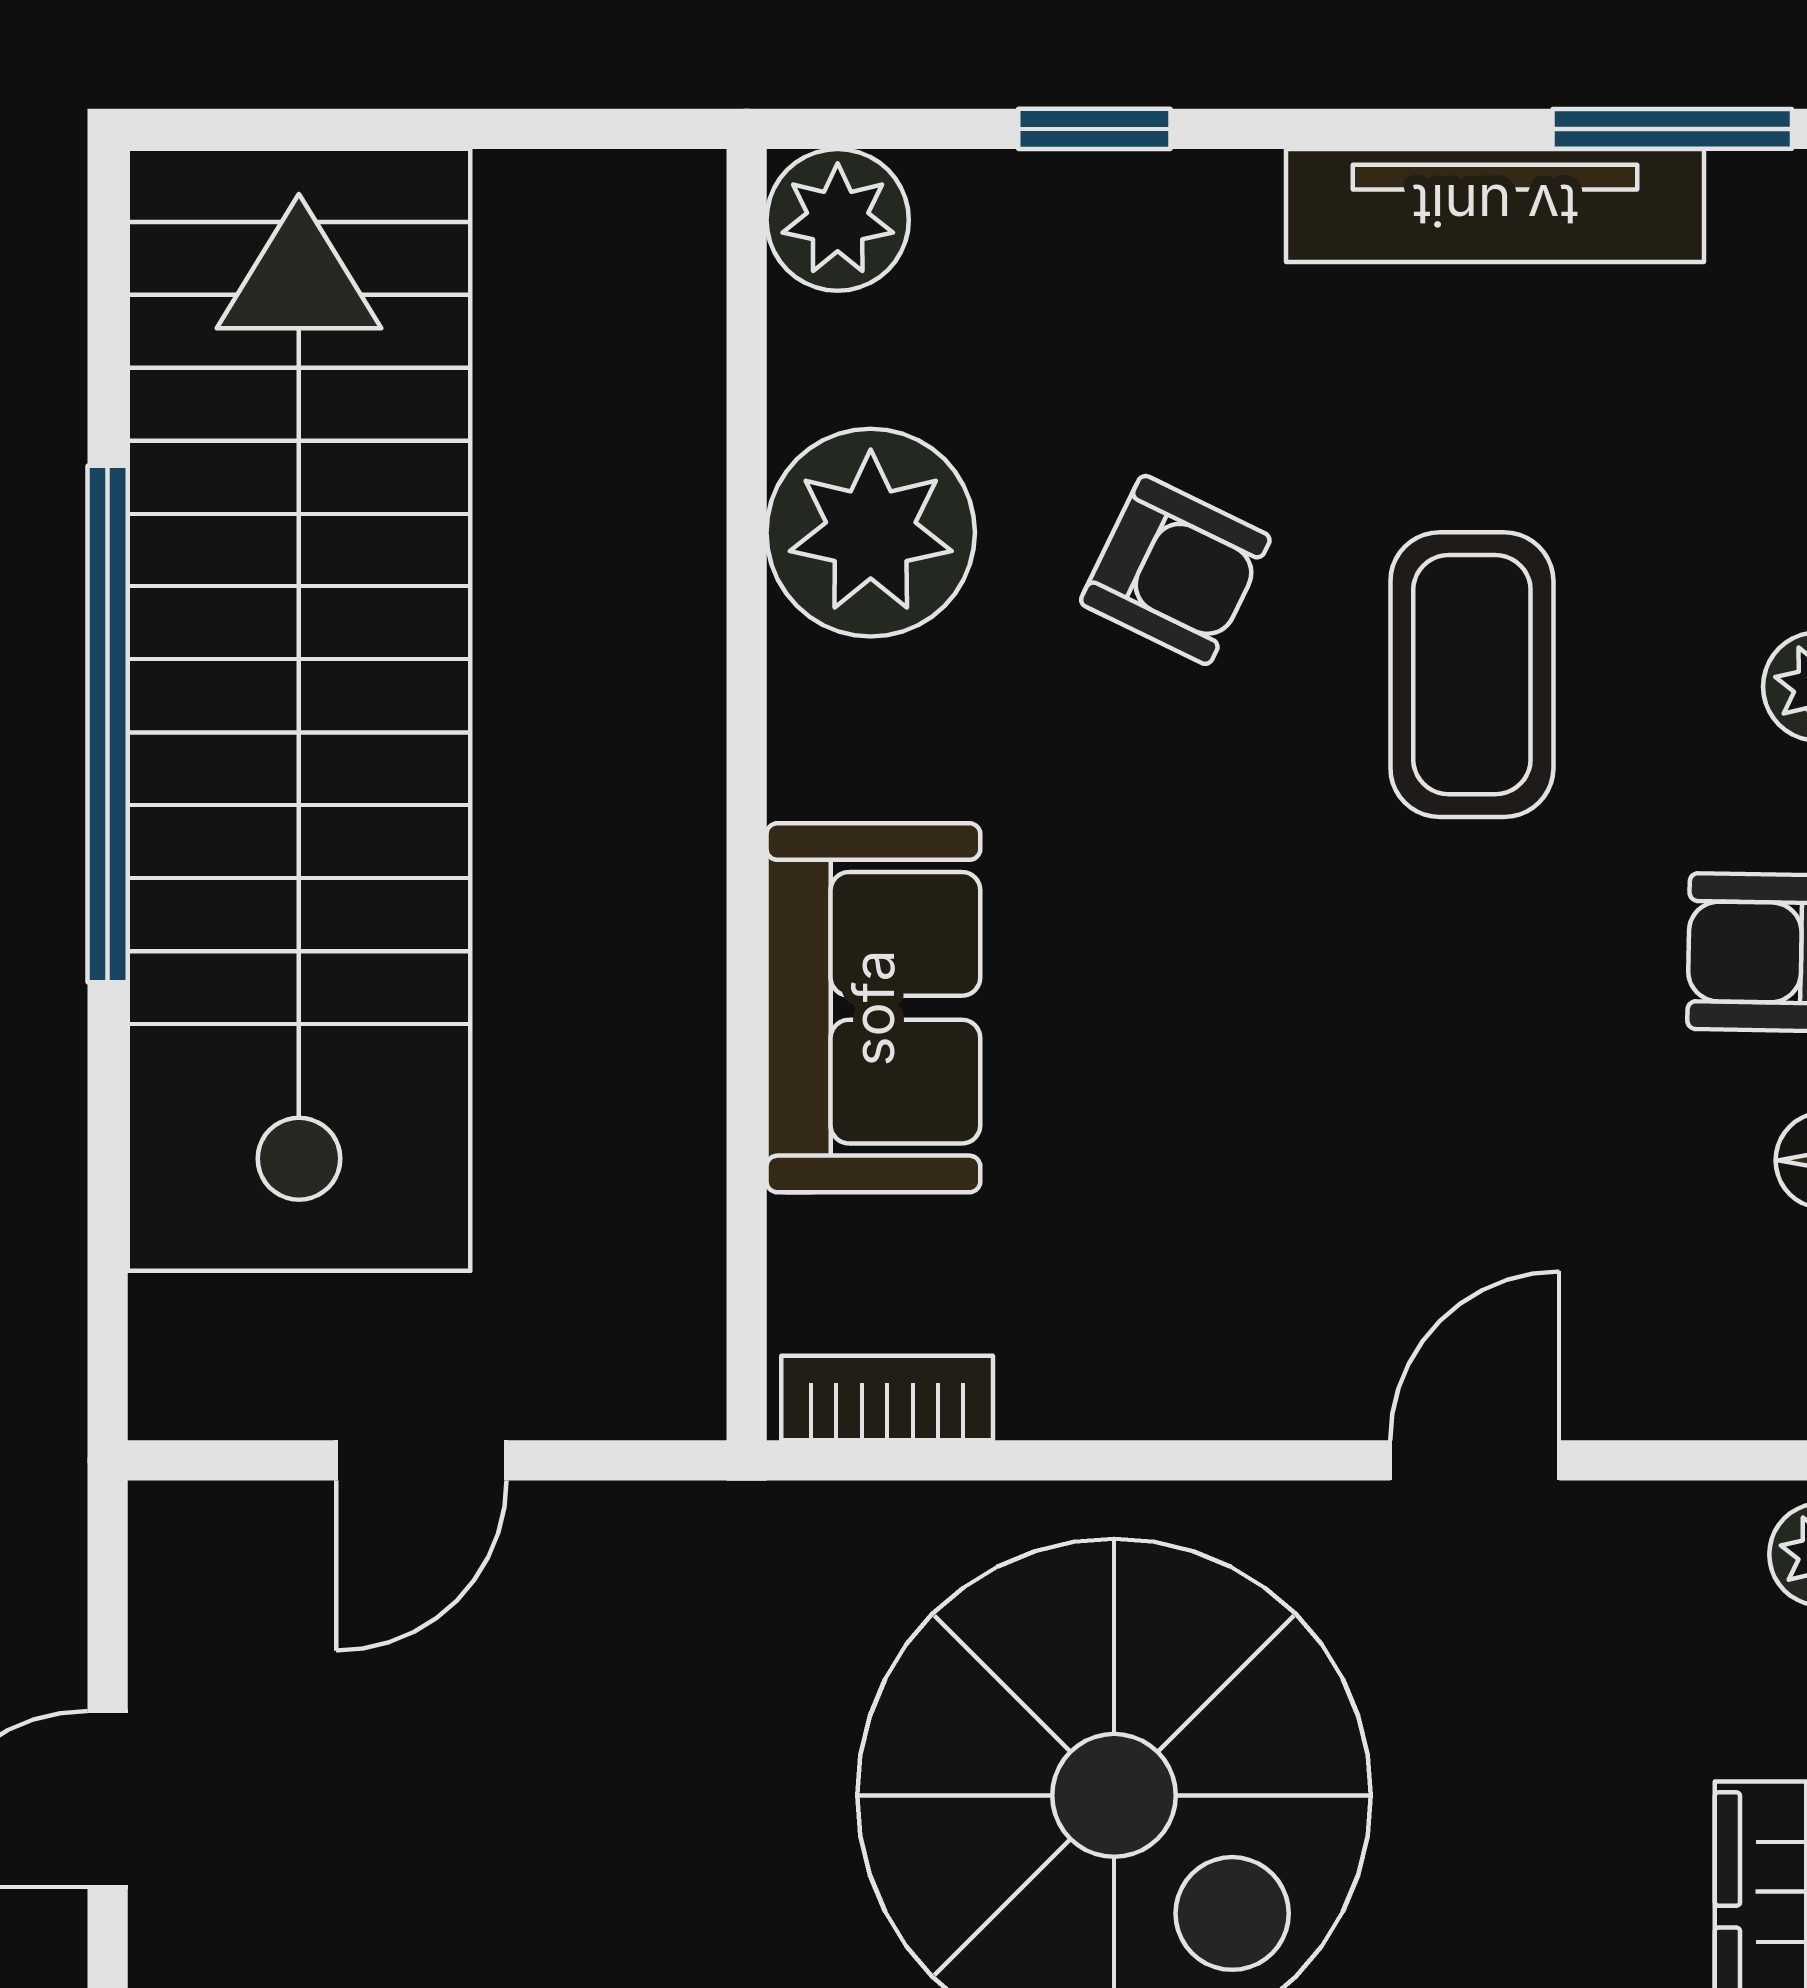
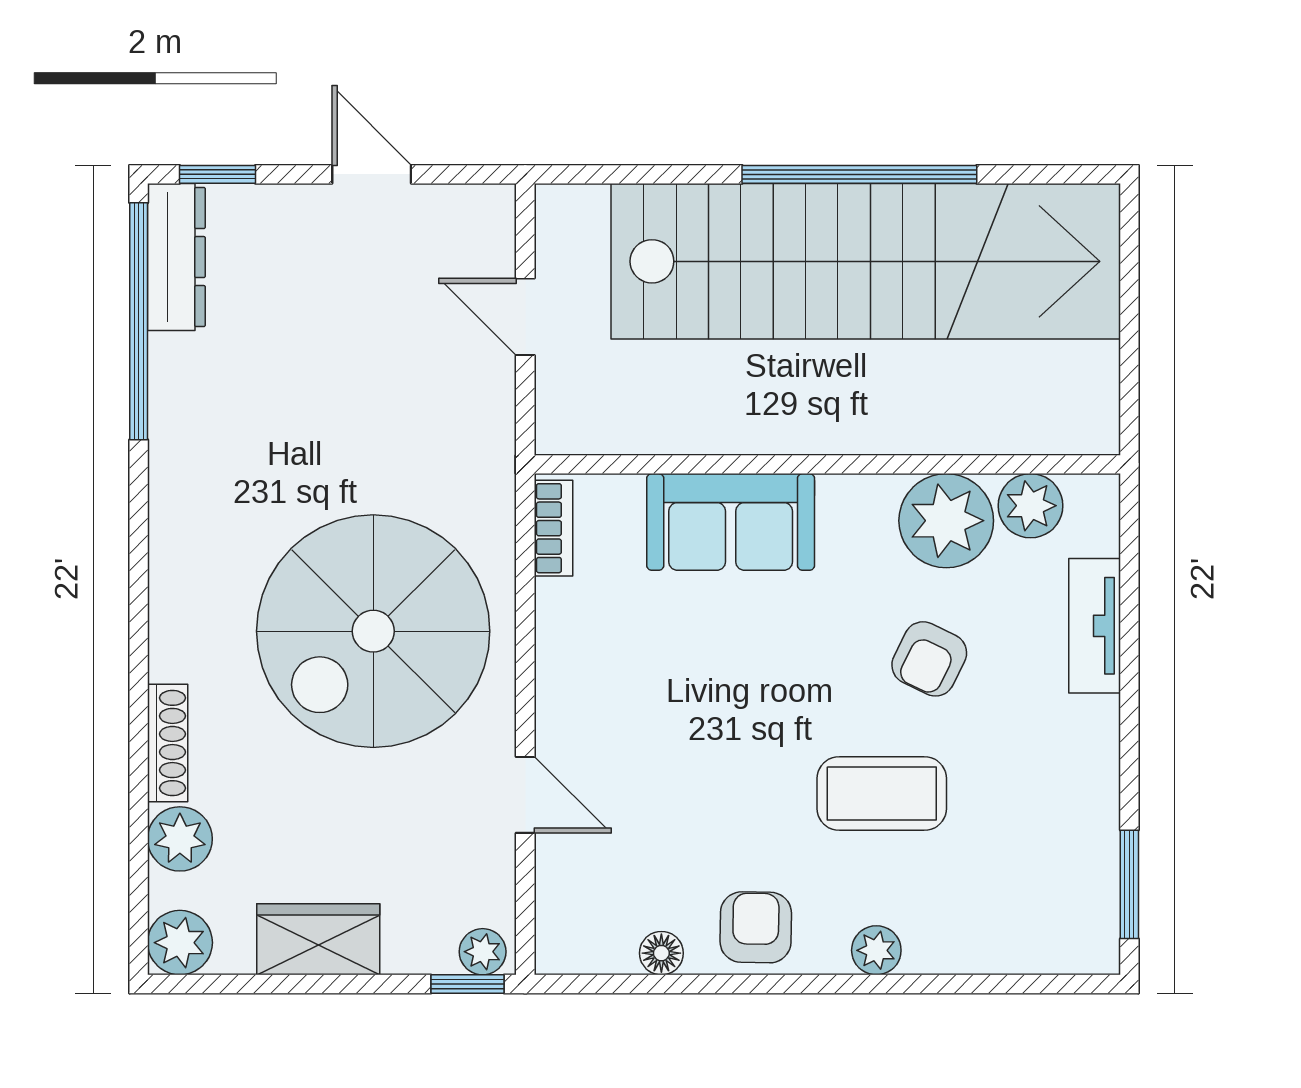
window: (1094, 129) -> (1129, 622), removed
tv unit: (1495, 206) -> (1095, 626), moved, width x0.71
plant: (838, 220) -> (1030, 506), moved

